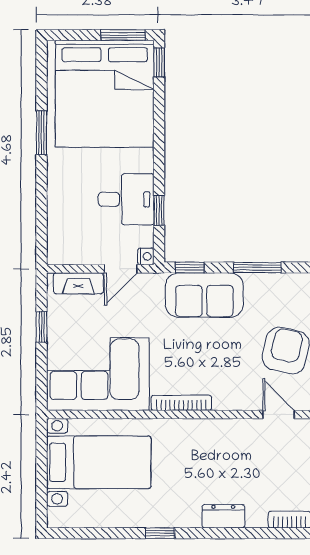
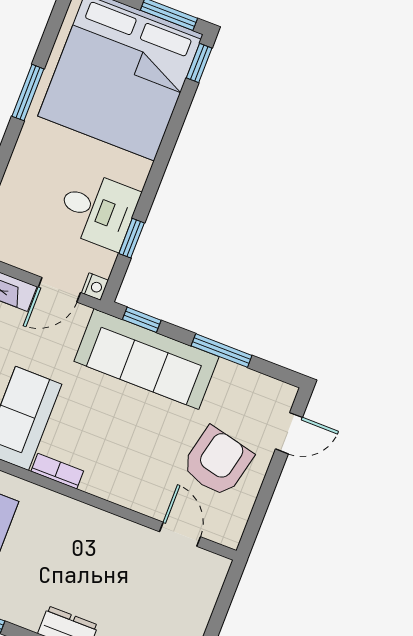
sofa: (204, 295) -> (146, 359), width x1.36
bookcase: (181, 403) -> (57, 471), width x0.64

